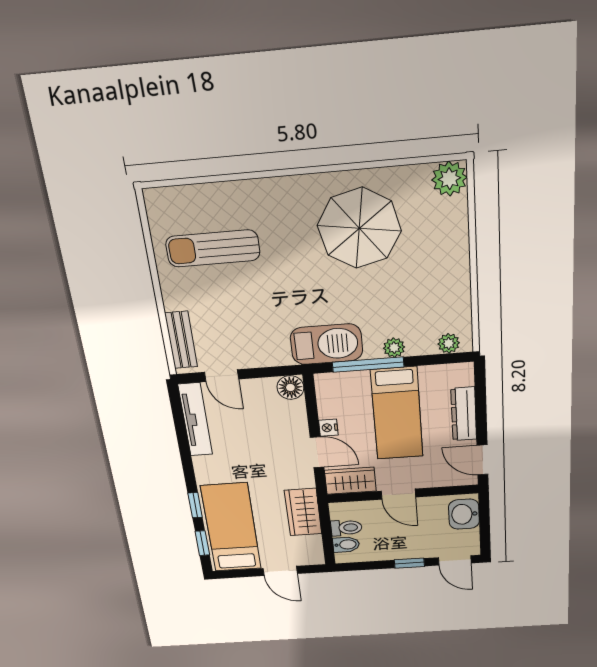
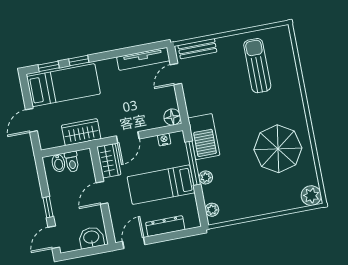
nightstand: (328, 428) -> (164, 140), moved

